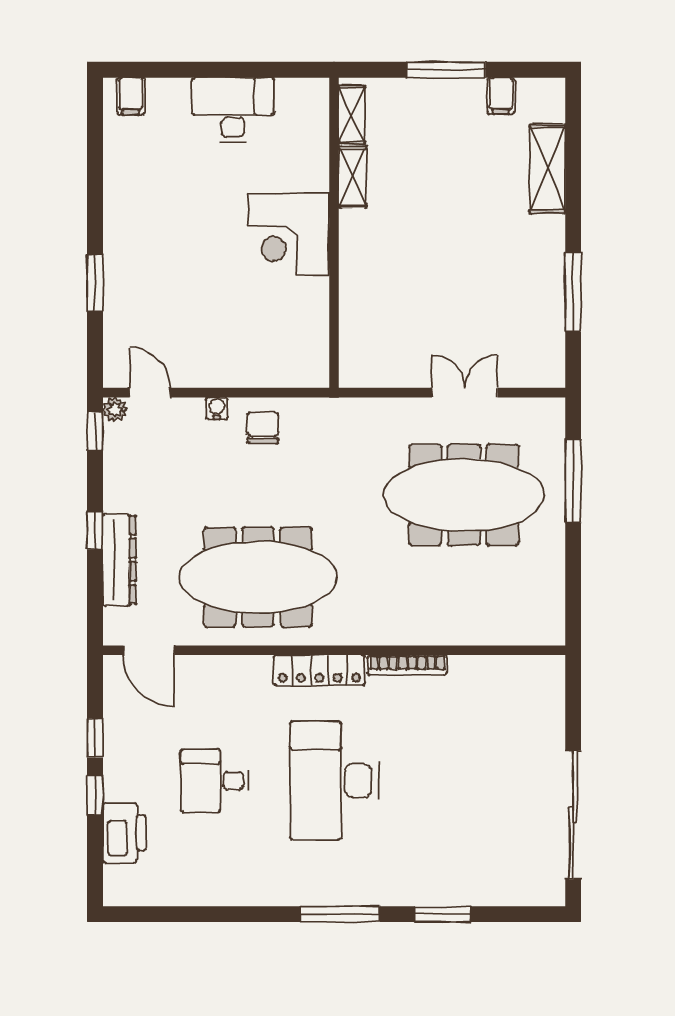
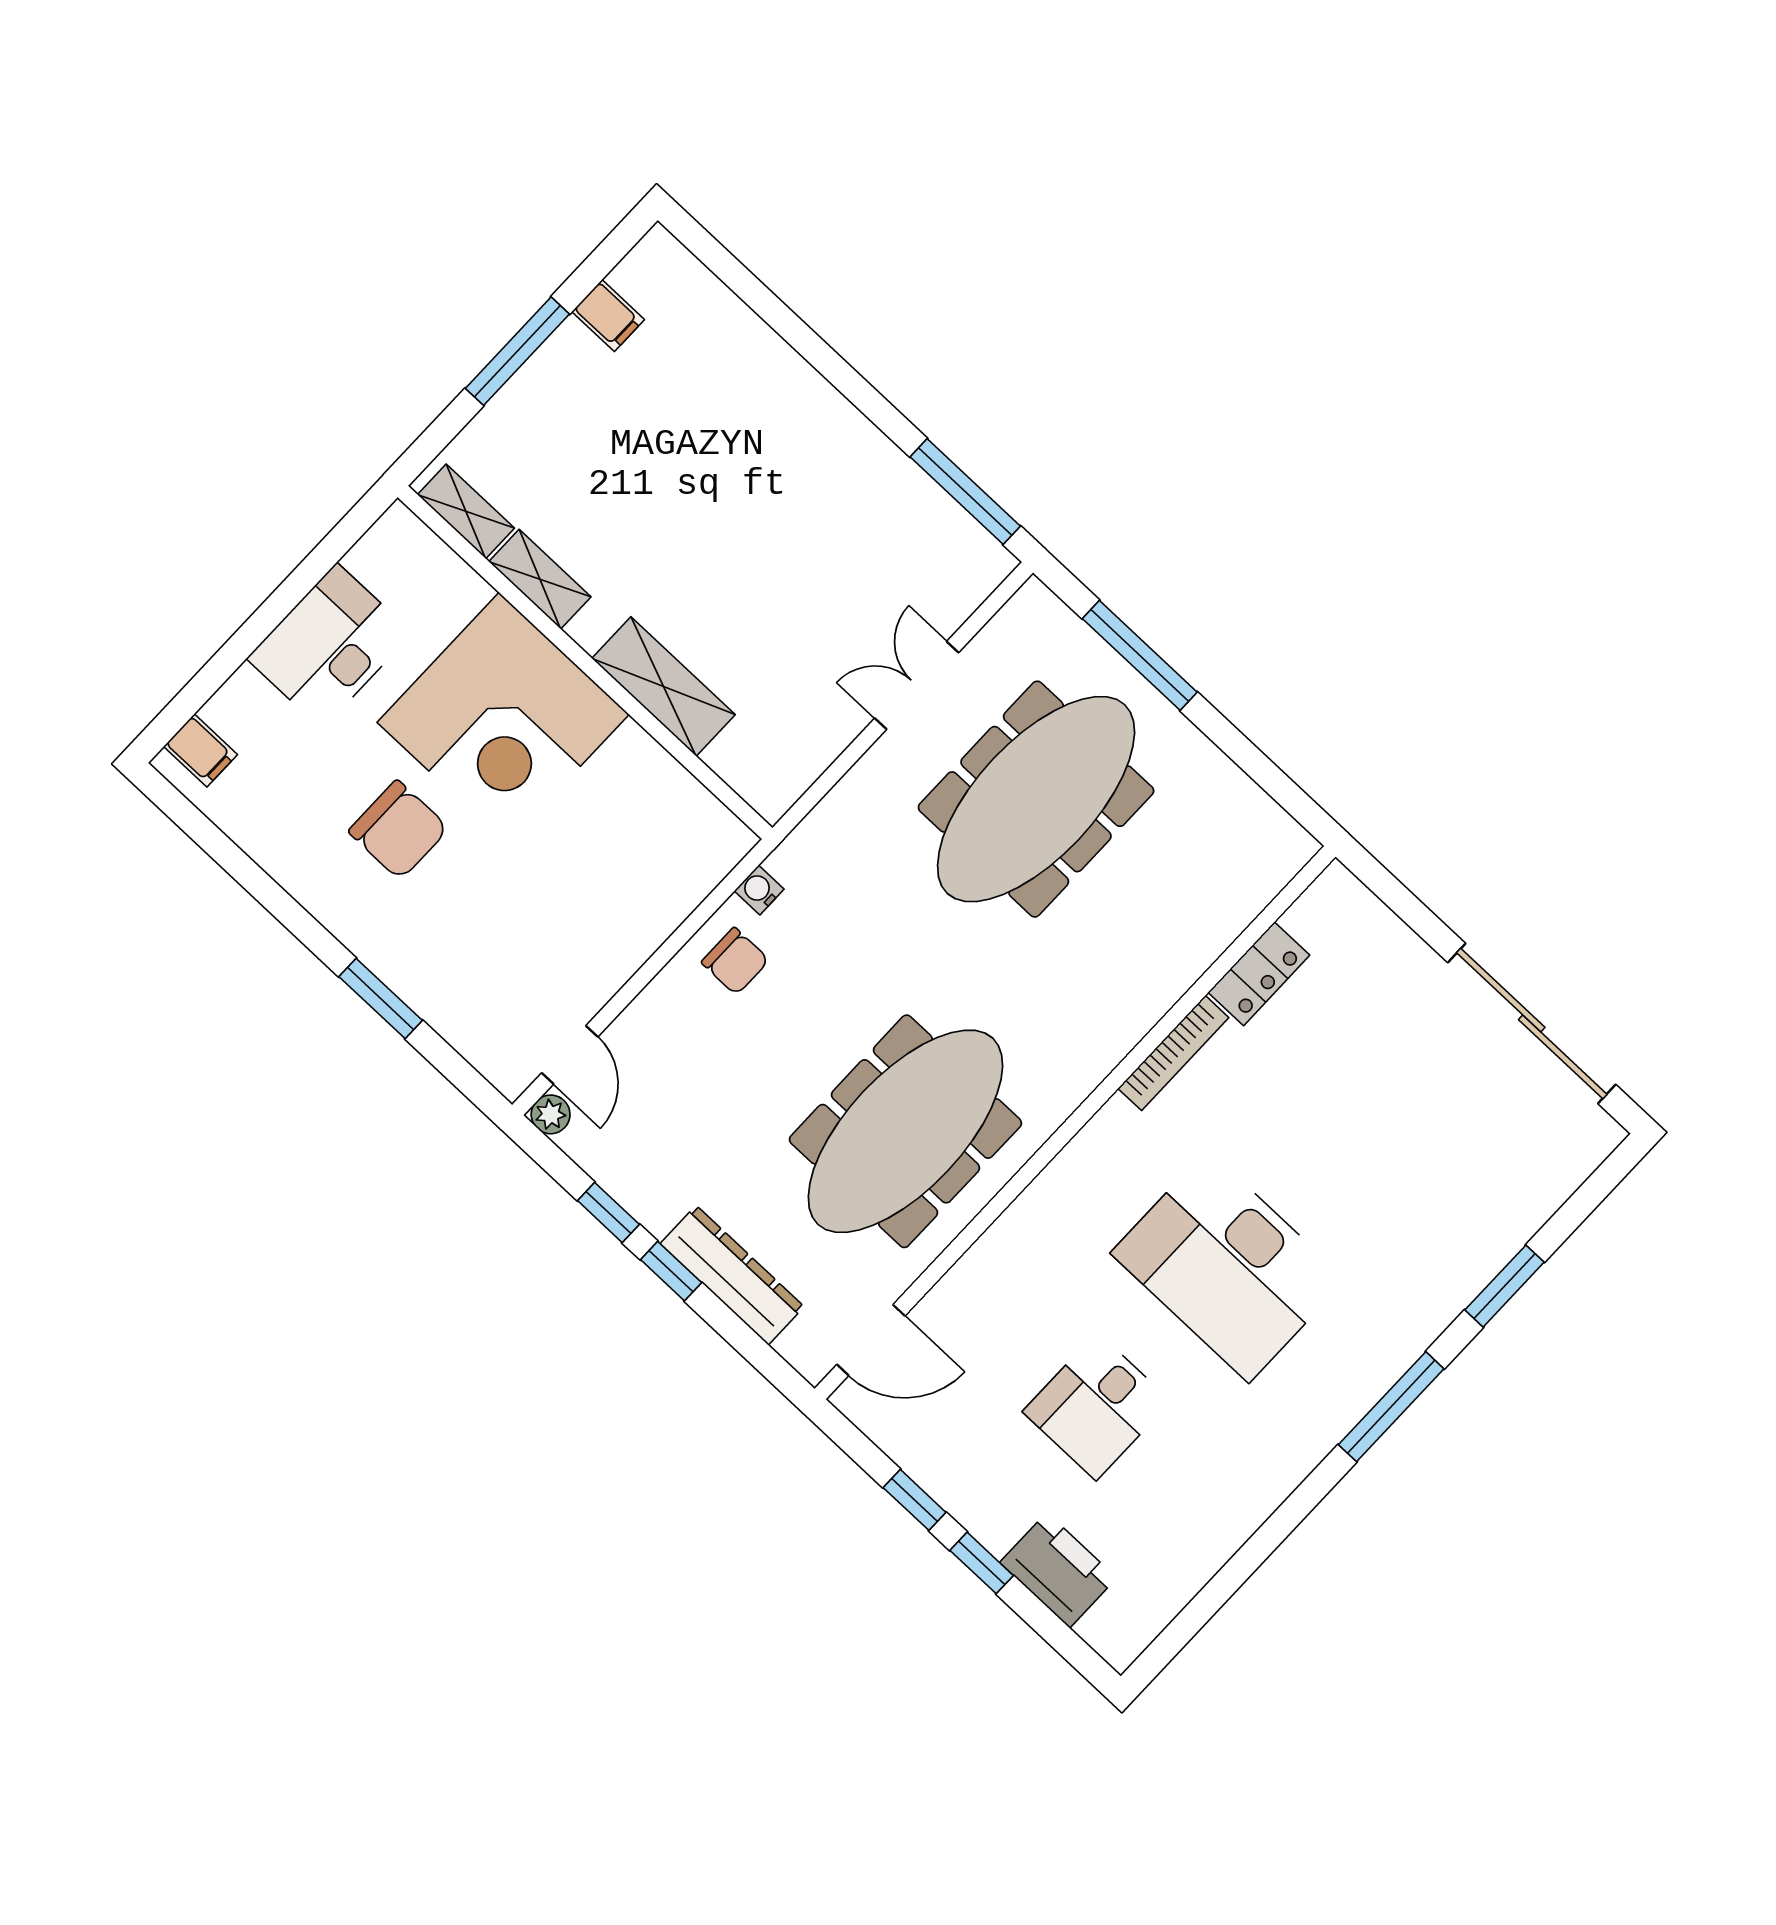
shelving: (548, 169) -> (663, 687), moved
chair: (179, 219) -> (399, 830), added
corner desk: (289, 234) -> (503, 718), width x1.36, depth x1.36
window: (573, 292) -> (965, 491), moved
door: (150, 393) -> (570, 1055), swing flipped
water cooler: (217, 408) -> (759, 890), moved
chair: (263, 428) -> (735, 961), turned 180
window: (95, 431) -> (608, 1212), moved
locker: (319, 670) -> (1259, 974), moved, width x0.66

